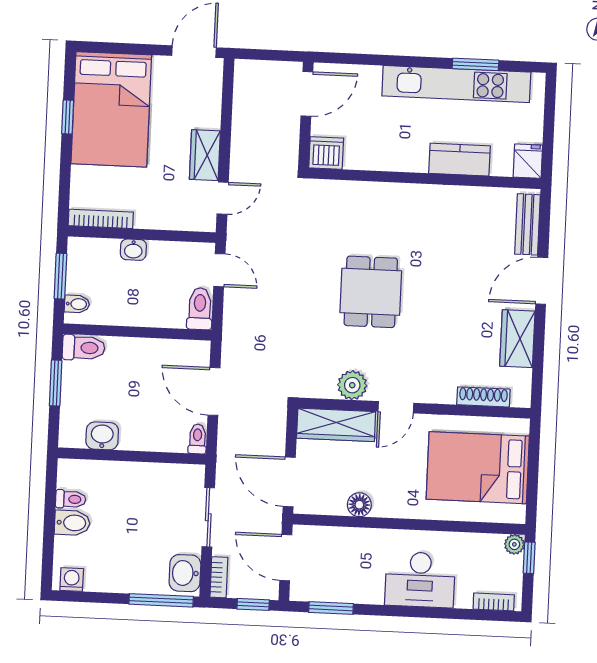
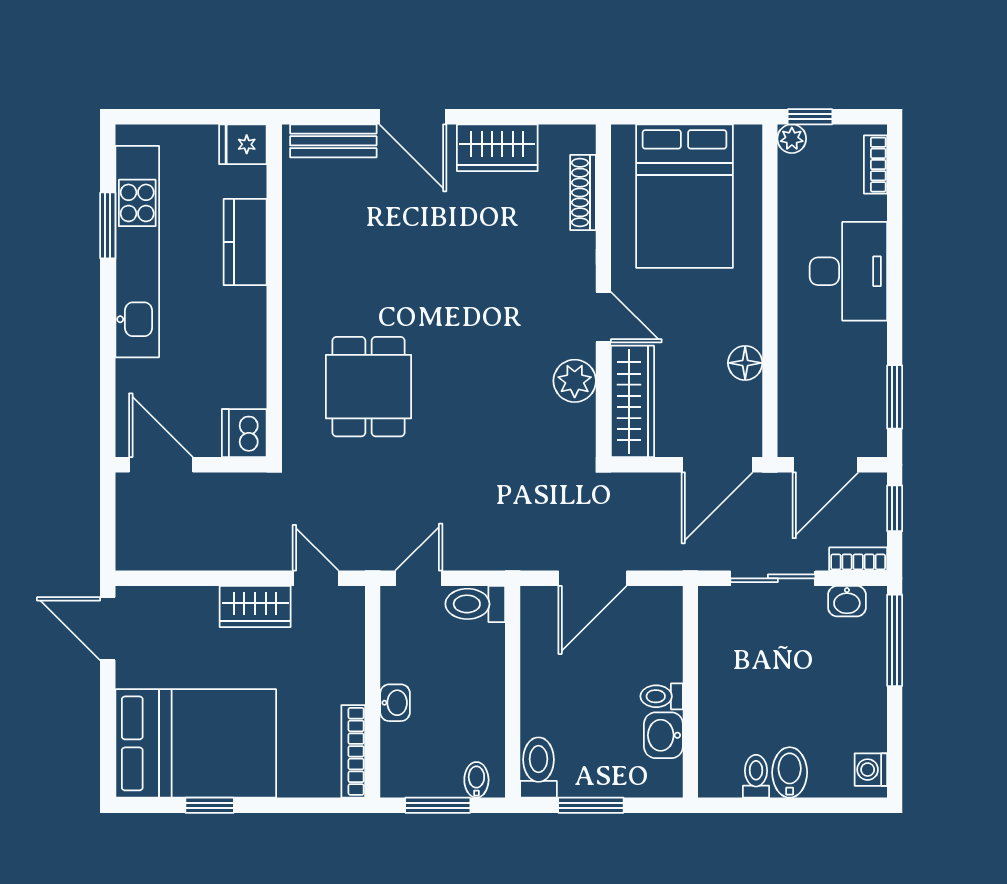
dining table: (371, 292) -> (369, 387), moved, turned 90
toilet: (197, 439) -> (662, 696), moved
washbasin: (185, 573) -> (847, 601), width x0.72, depth x0.69

